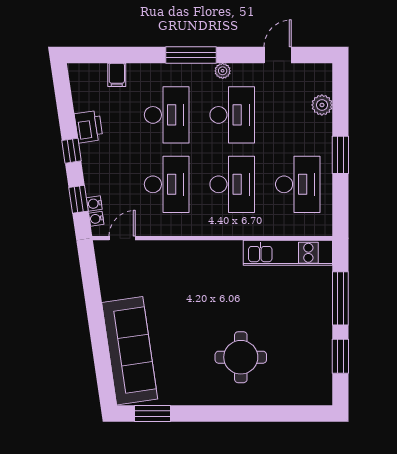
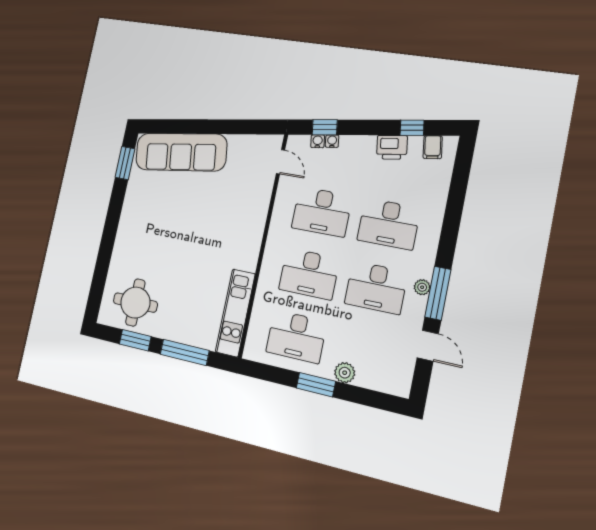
window: (191, 55) -> (438, 293), moved
filing cabinet: (117, 75) -> (433, 147), moved, turned -98
plant: (322, 105) -> (345, 373), moved
window: (71, 151) -> (412, 128), moved
water cooler: (96, 219) -> (332, 141), moved
round table: (241, 357) -> (135, 303), moved

